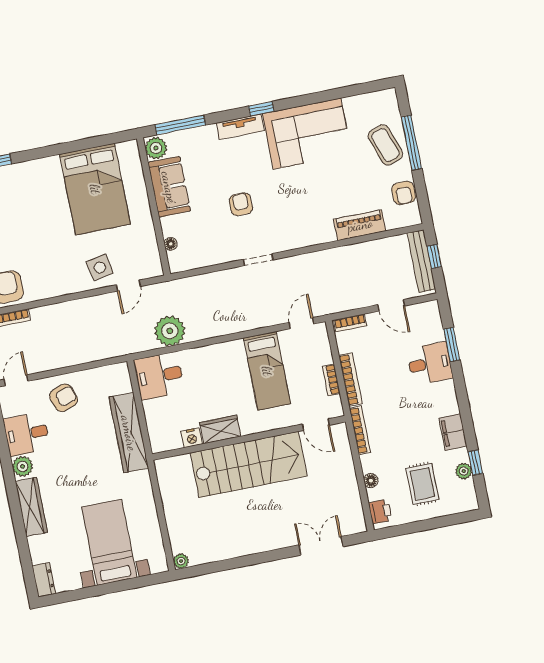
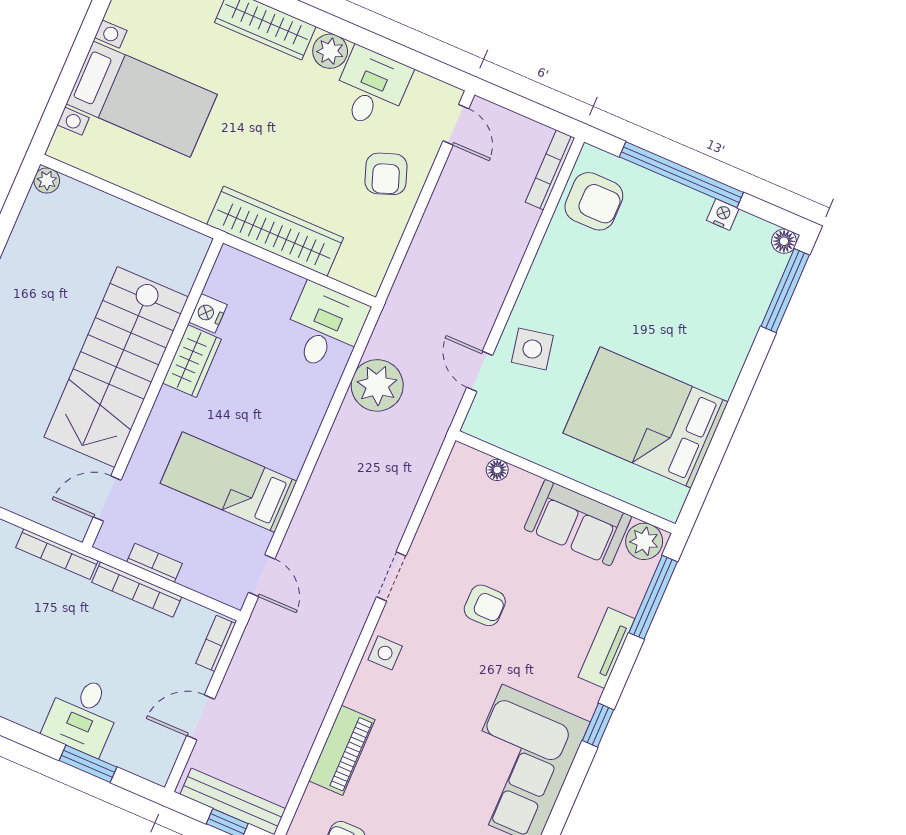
tv unit: (240, 127) -> (606, 648), moved
side table: (298, 237) -> (385, 653), added

